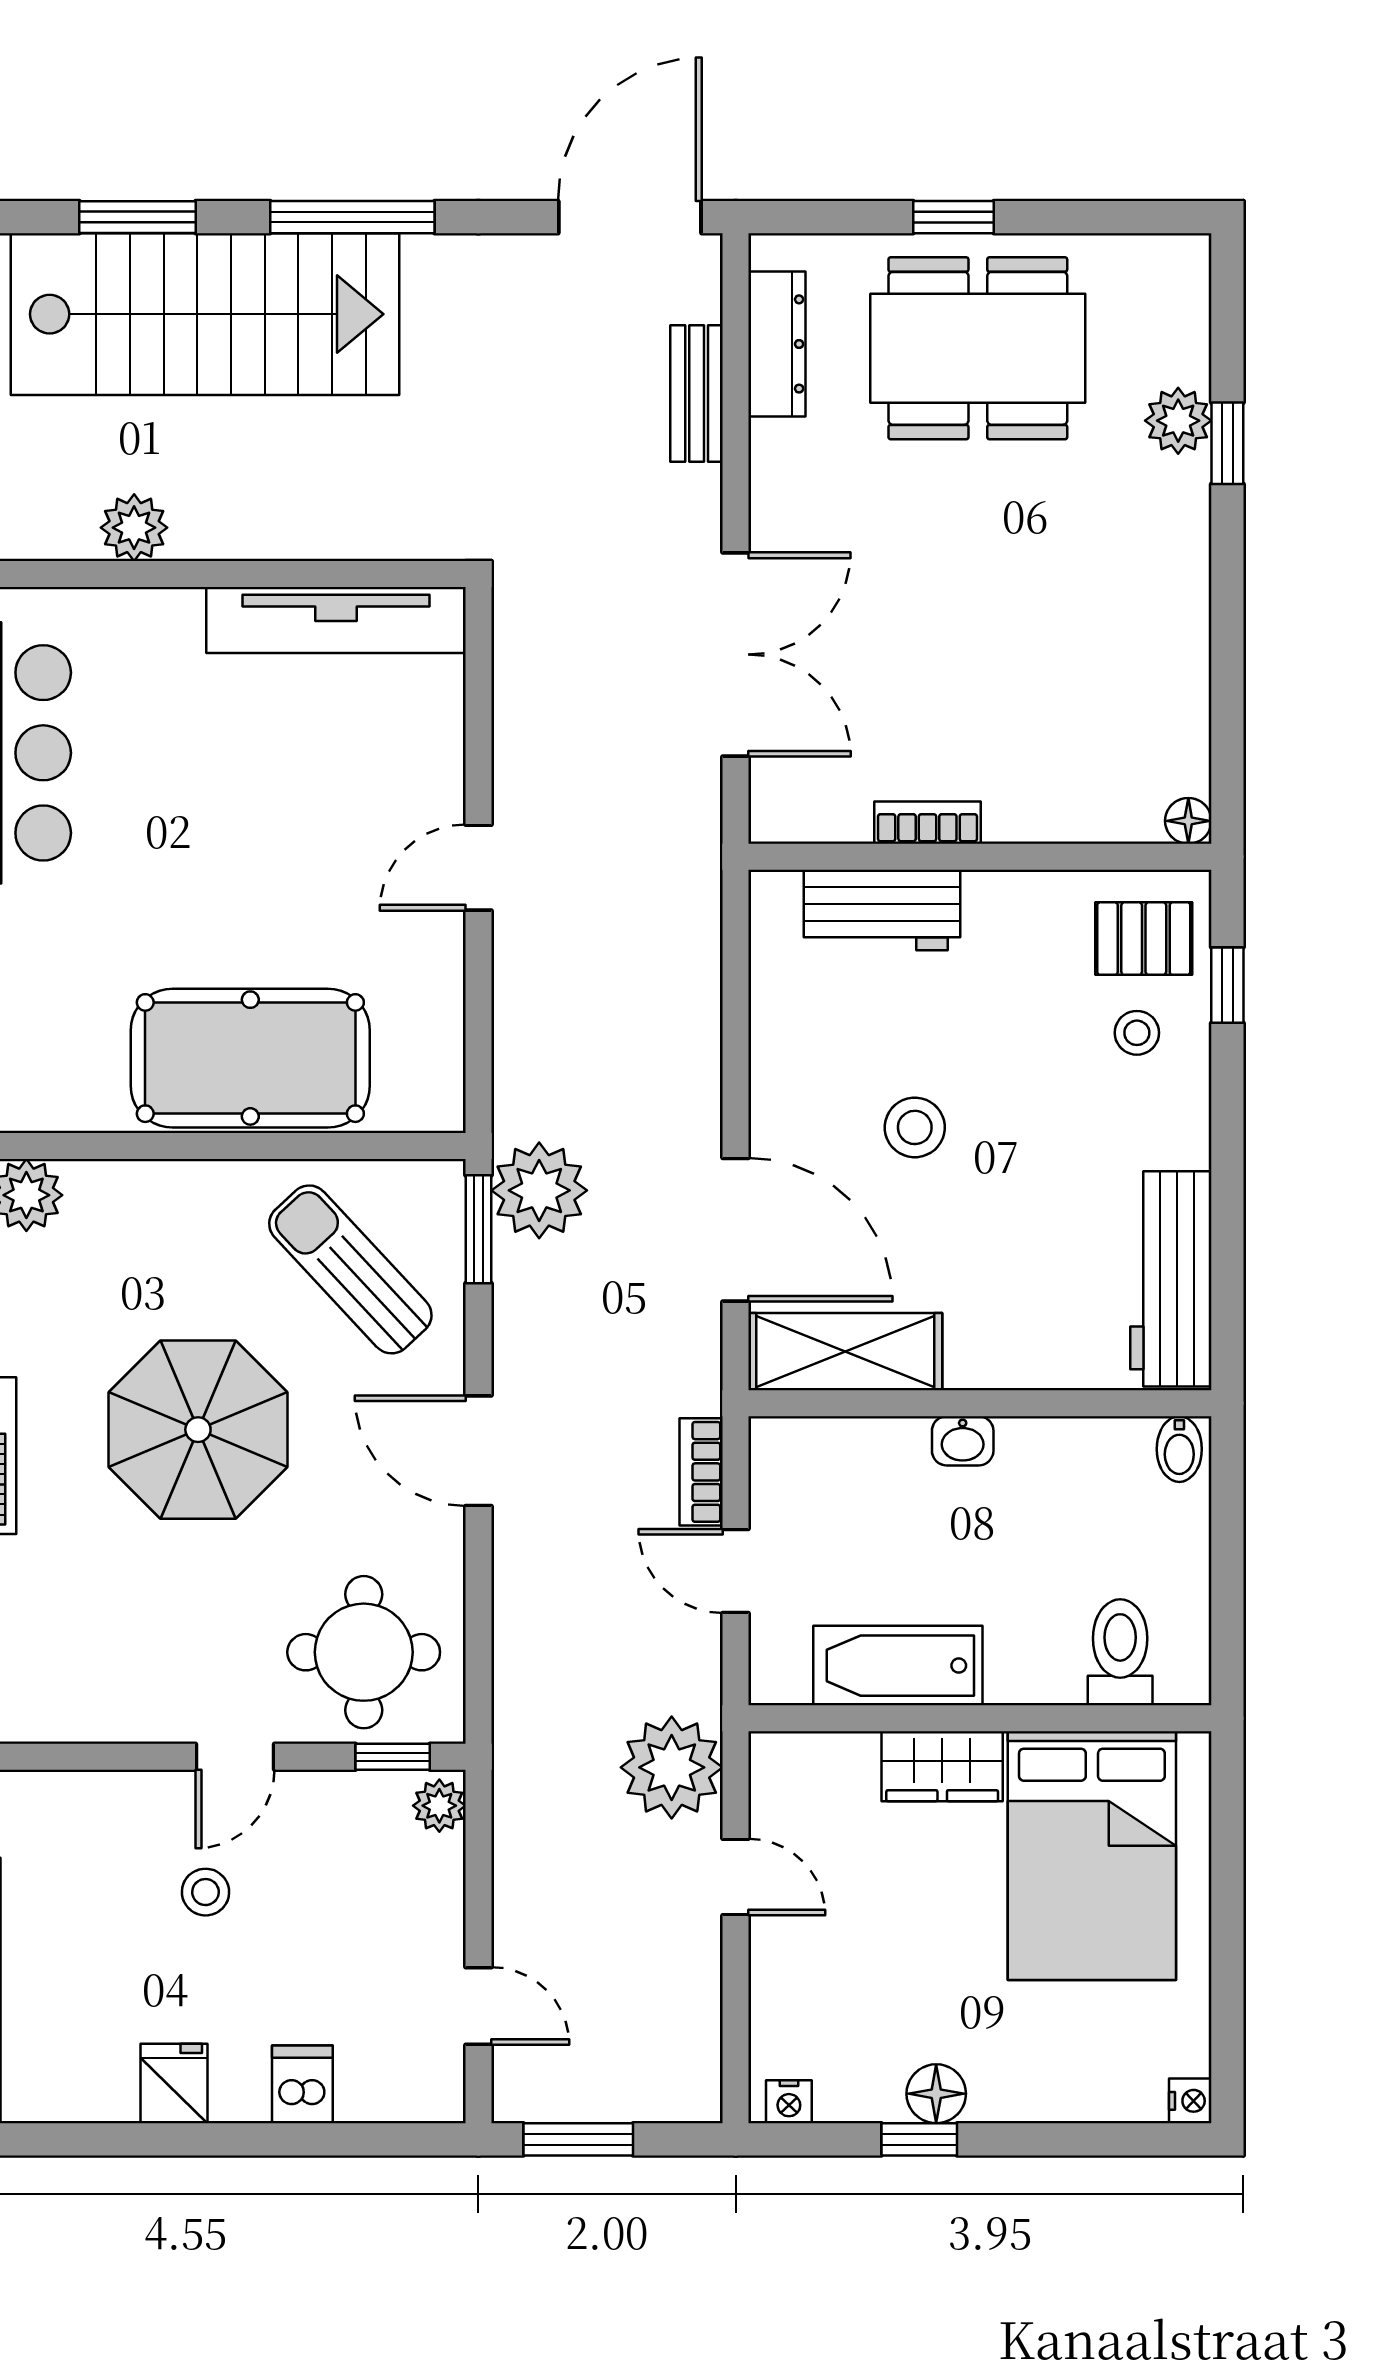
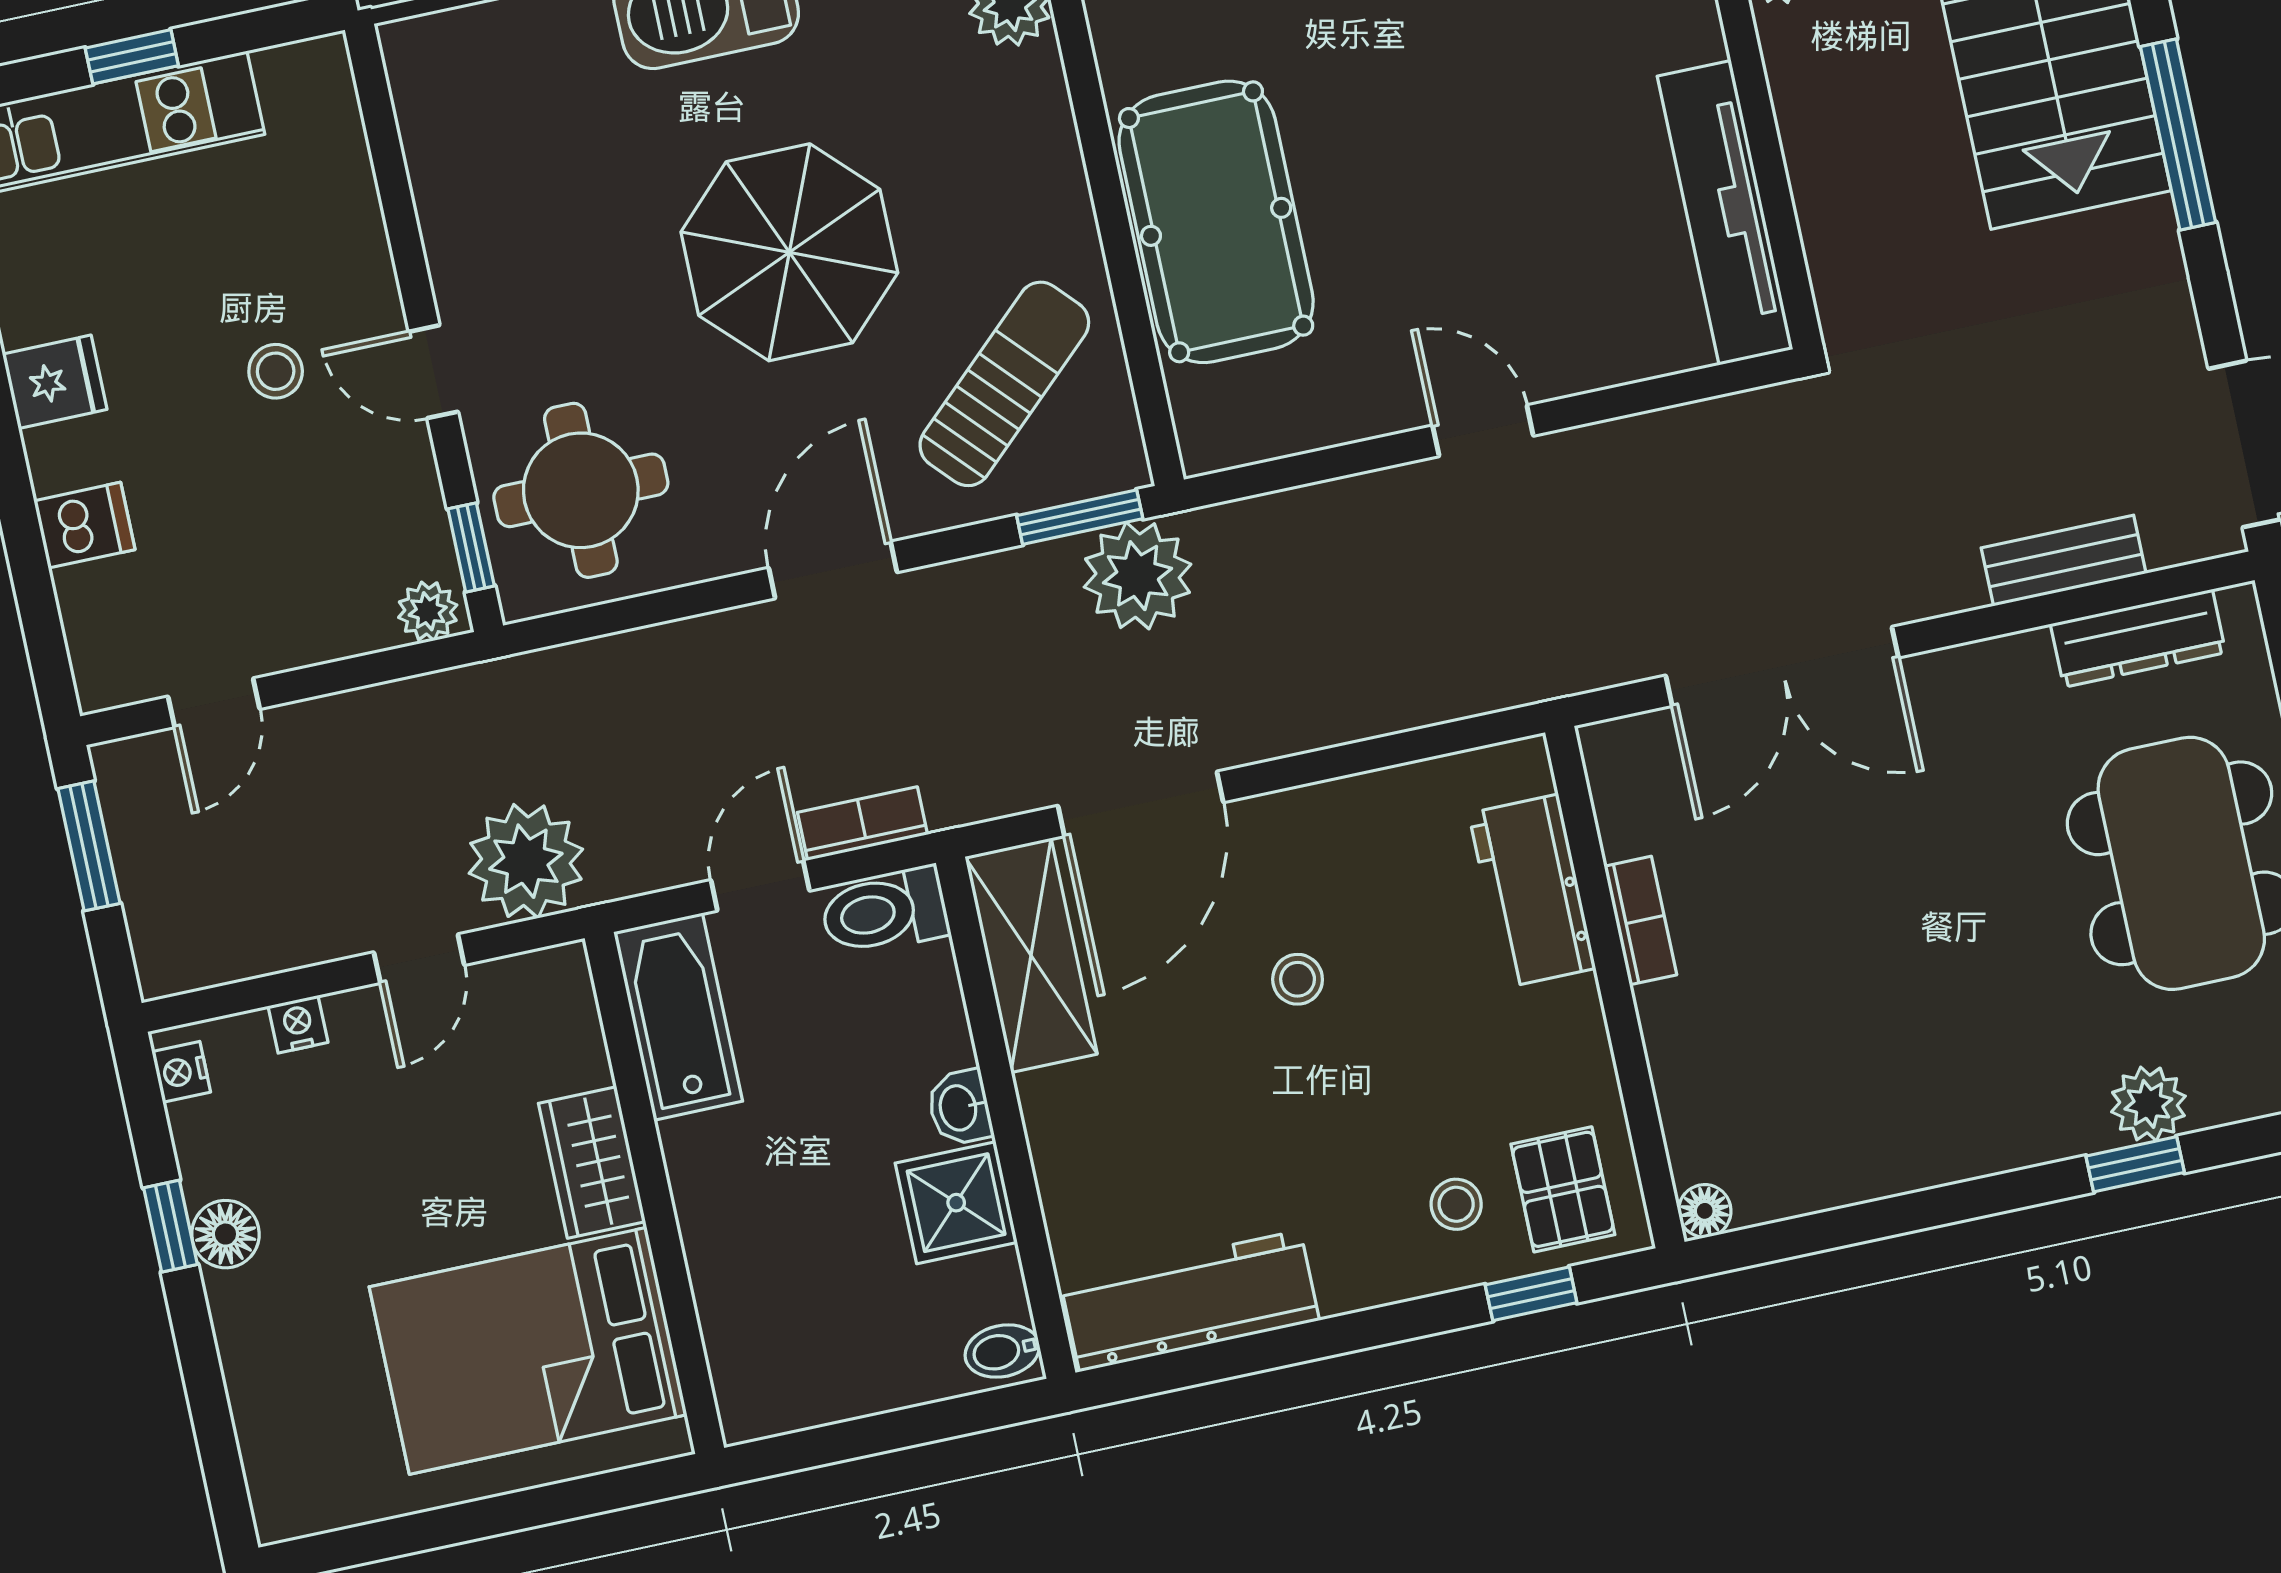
stool: (915, 1127) -> (1298, 979), width x0.73, depth x0.73
shower: (1044, 1461) -> (956, 1203), added
toilet: (1120, 1652) -> (885, 911), moved, turned 180
bathtub: (898, 1666) -> (678, 1017), moved
nightstand: (1190, 2101) -> (298, 1024), moved, turned 180

